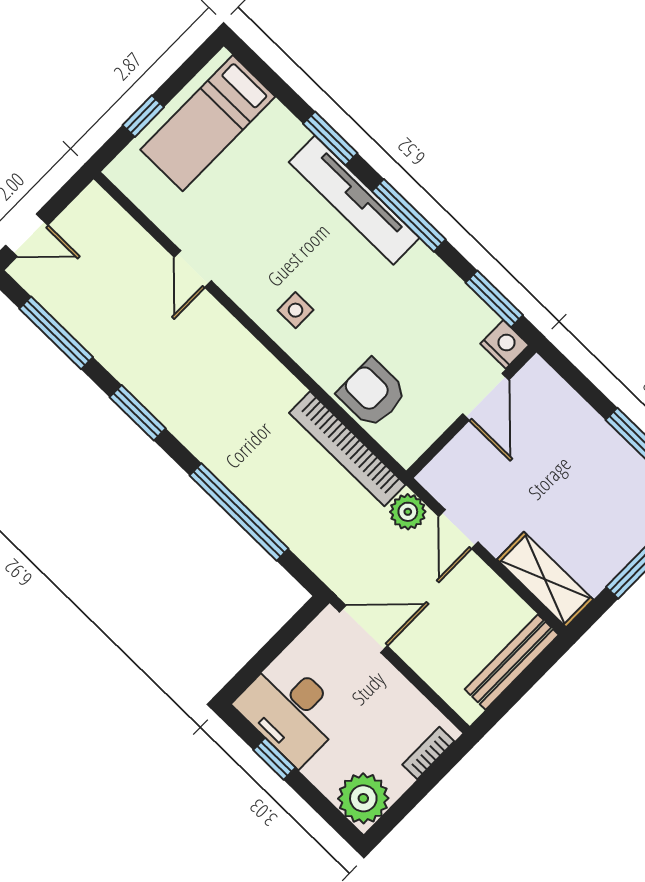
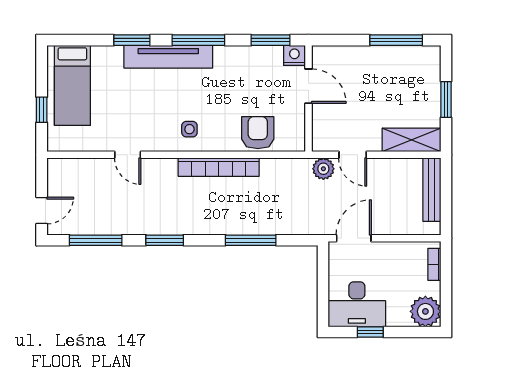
armchair: (372, 393) -> (258, 133), turned 90
bookcase: (347, 449) -> (219, 167), moved
window: (239, 512) -> (251, 240), width x0.68

